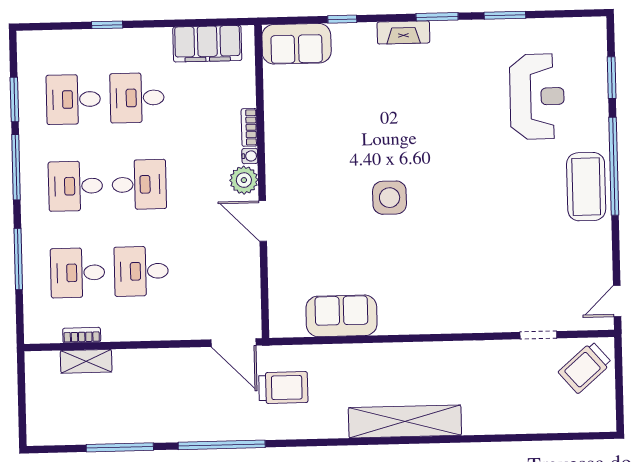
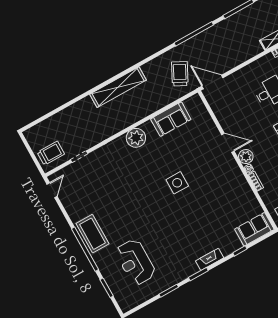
plant: (420, 315) -> (136, 138), added
trolley: (585, 367) -> (51, 153), turned 41
trolley: (283, 388) -> (180, 74), turned 117

